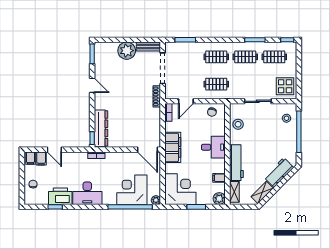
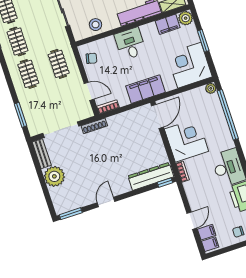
filing cabinet: (219, 178) -> (168, 24), width x2.00
corner desk: (132, 190) -> (186, 140), moved, turned 180

